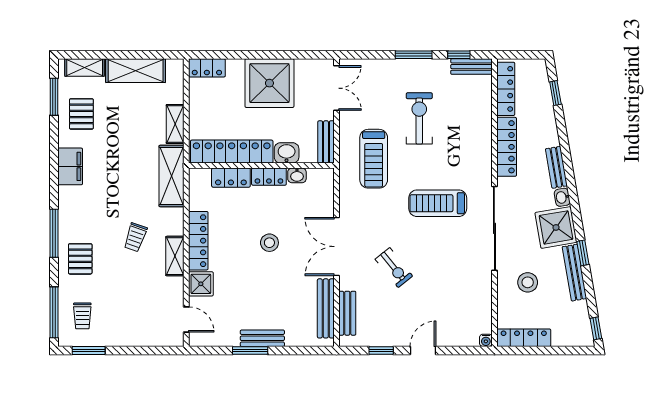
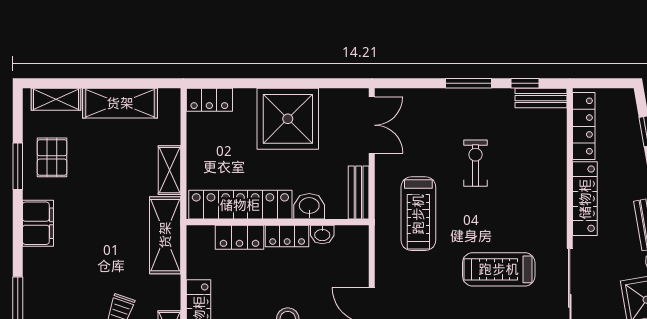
window: (54, 97) -> (18, 166), moved
exercise bike: (419, 118) -> (475, 163), width x0.73, depth x0.72

